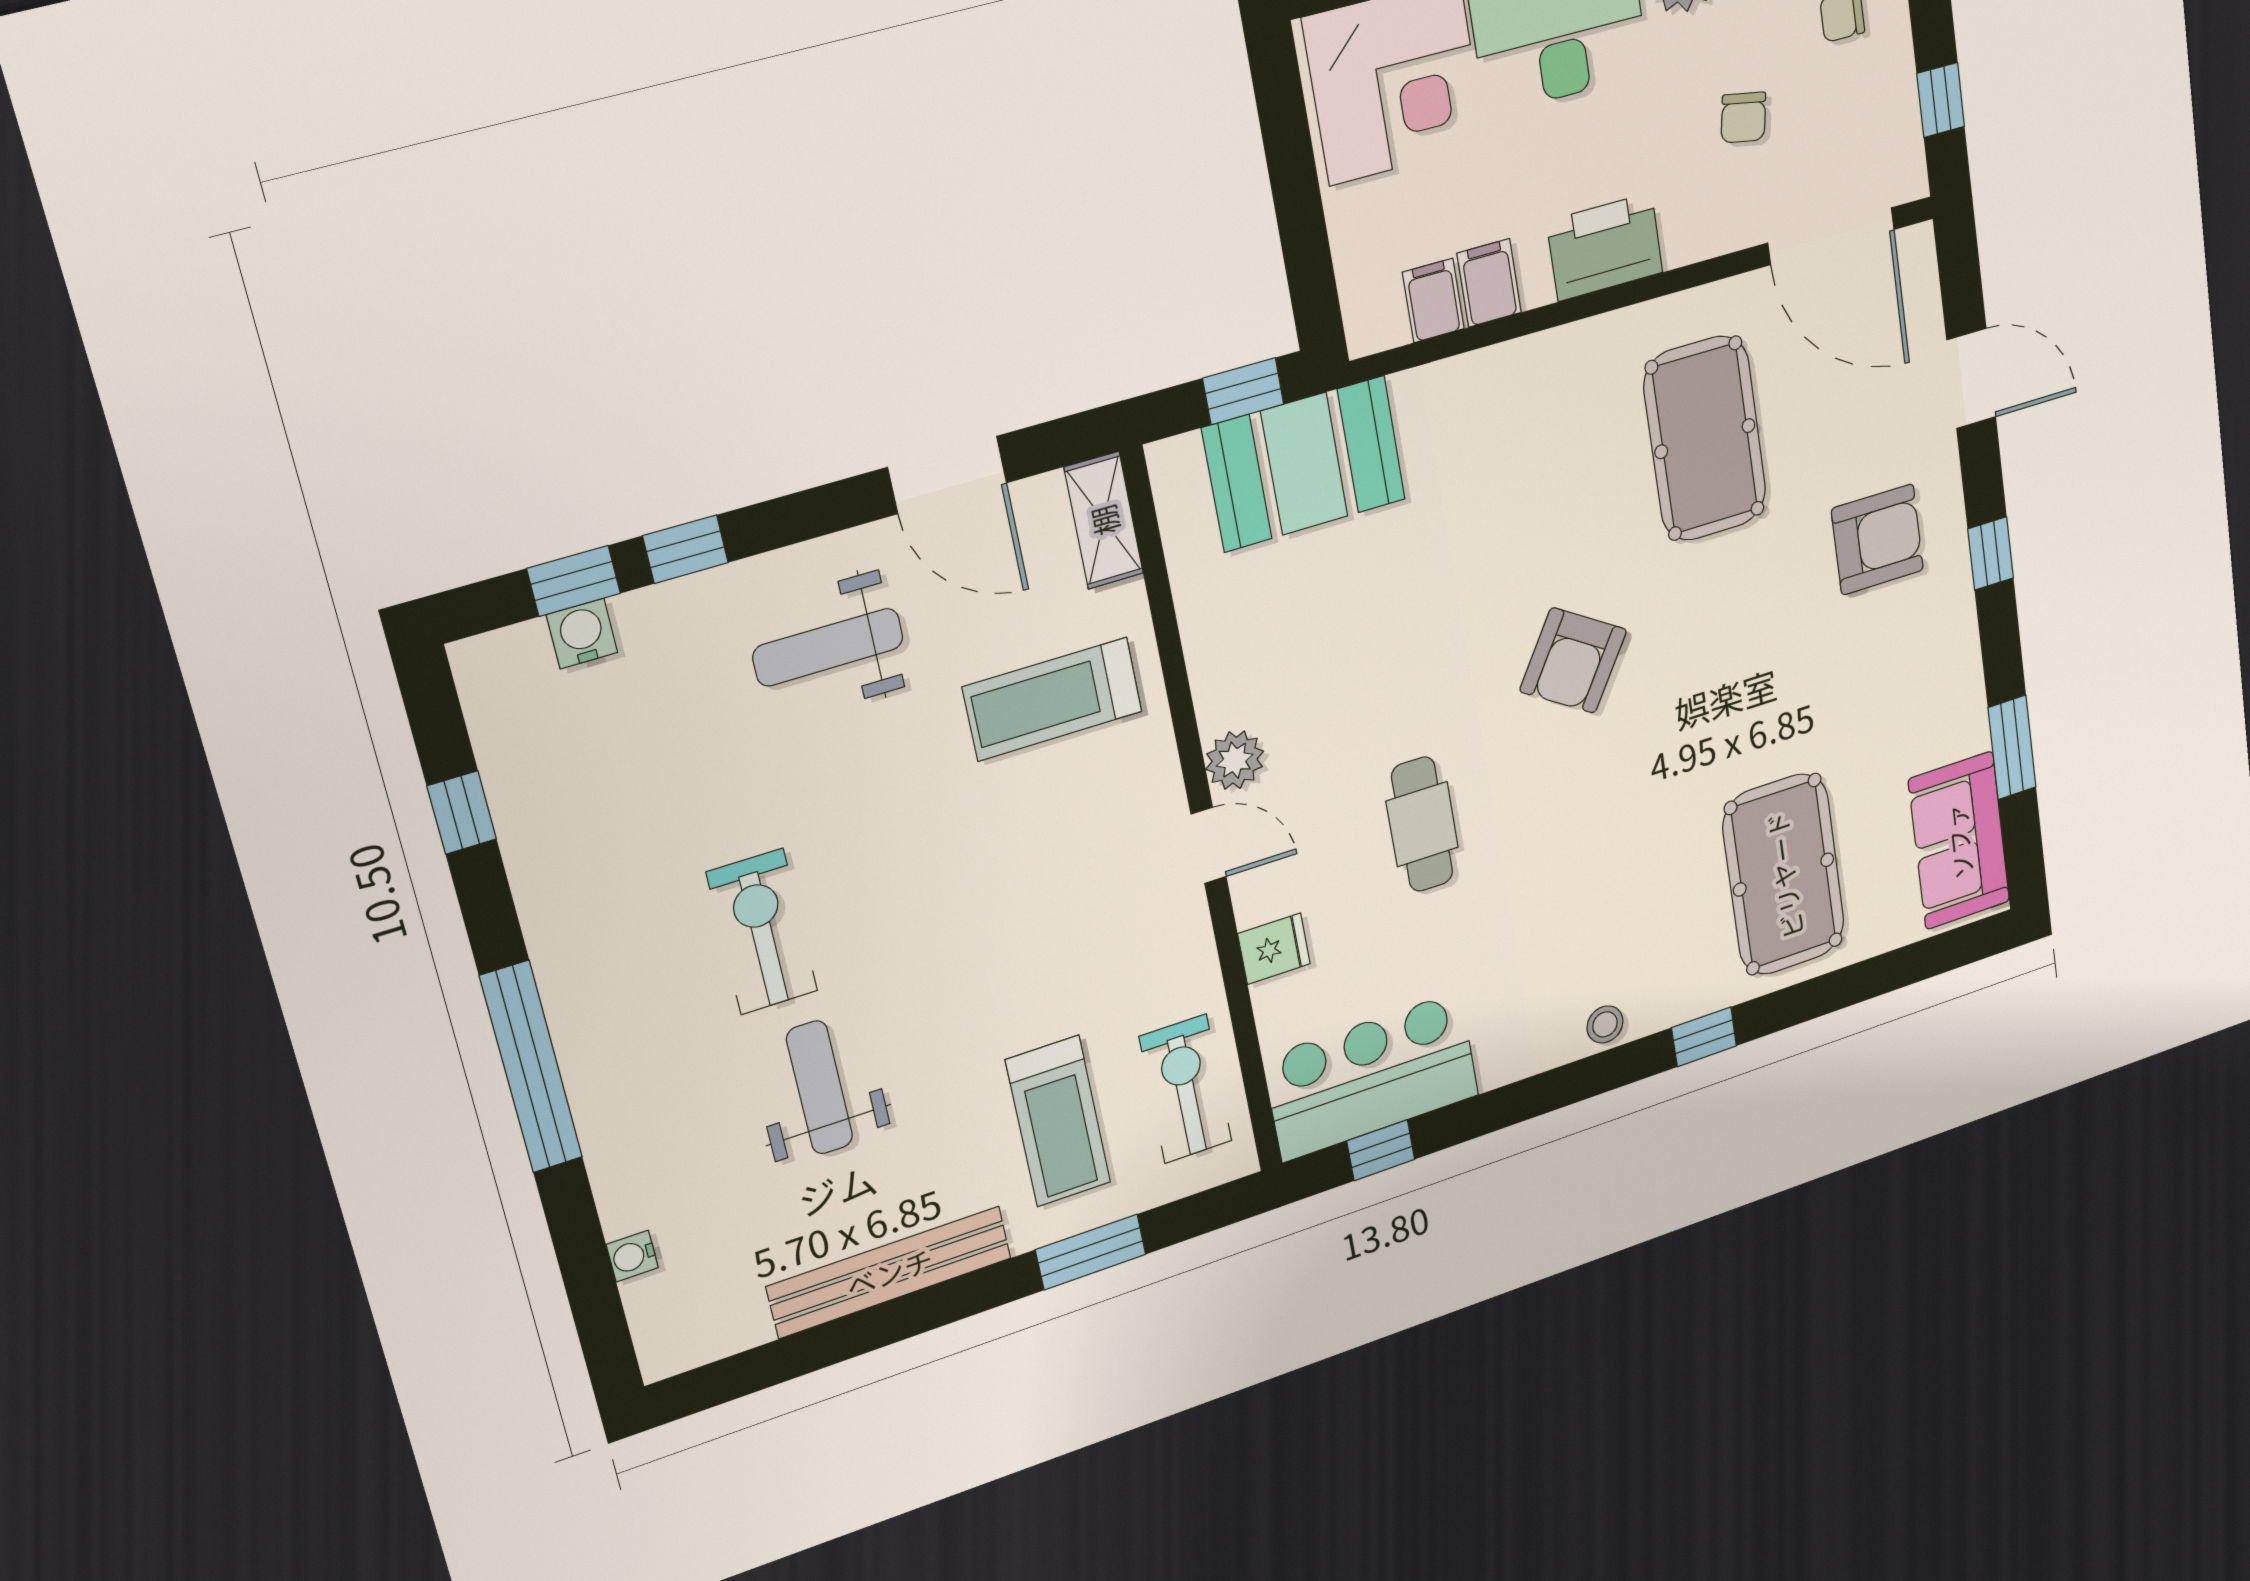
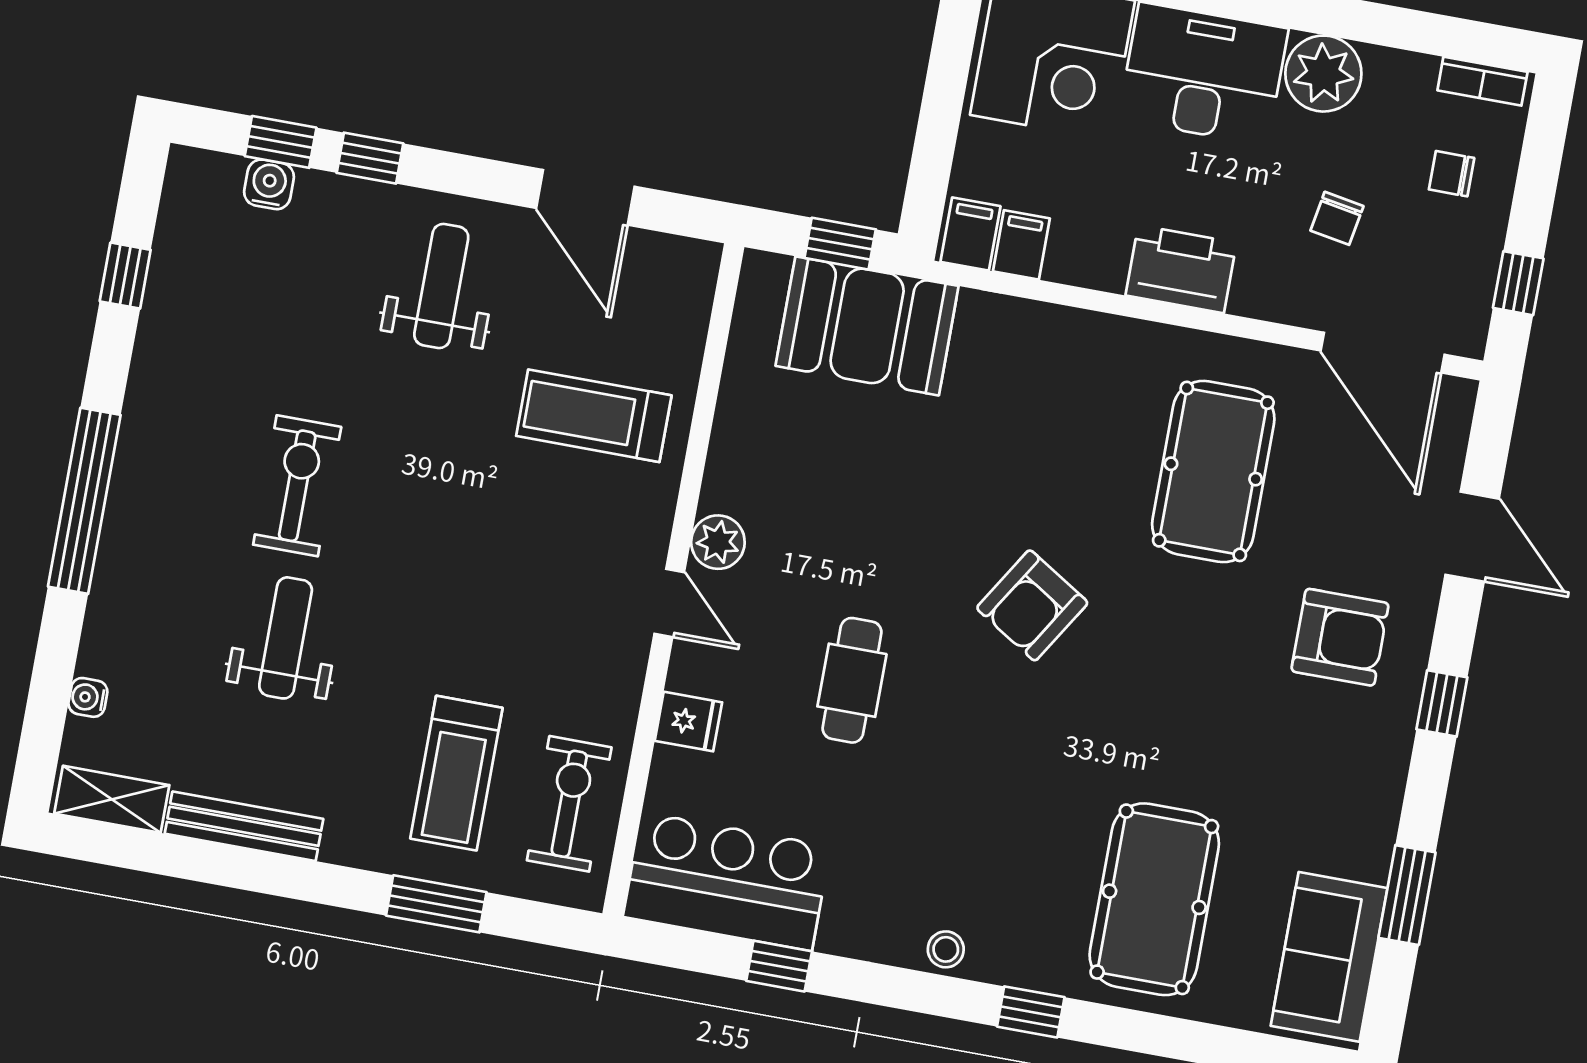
filing cabinet: (1489, 283) -> (970, 234), moved
shelving: (1104, 520) -> (112, 799), moved, turned 90
weight bench: (828, 647) -> (441, 286), turned 90
window: (1381, 1150) -> (779, 966), moved
bench: (890, 1272) -> (244, 826), width x0.73, depth x0.82

